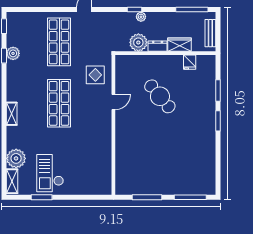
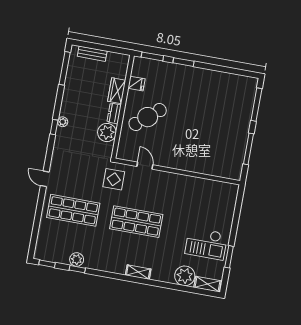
plant: (138, 42) -> (107, 132), moved
wardrobe: (180, 45) -> (117, 91), moved
dresser: (158, 46) -> (114, 113), moved
wall: (165, 53) -> (123, 107), moved
fridge: (190, 62) -> (136, 84), moved

